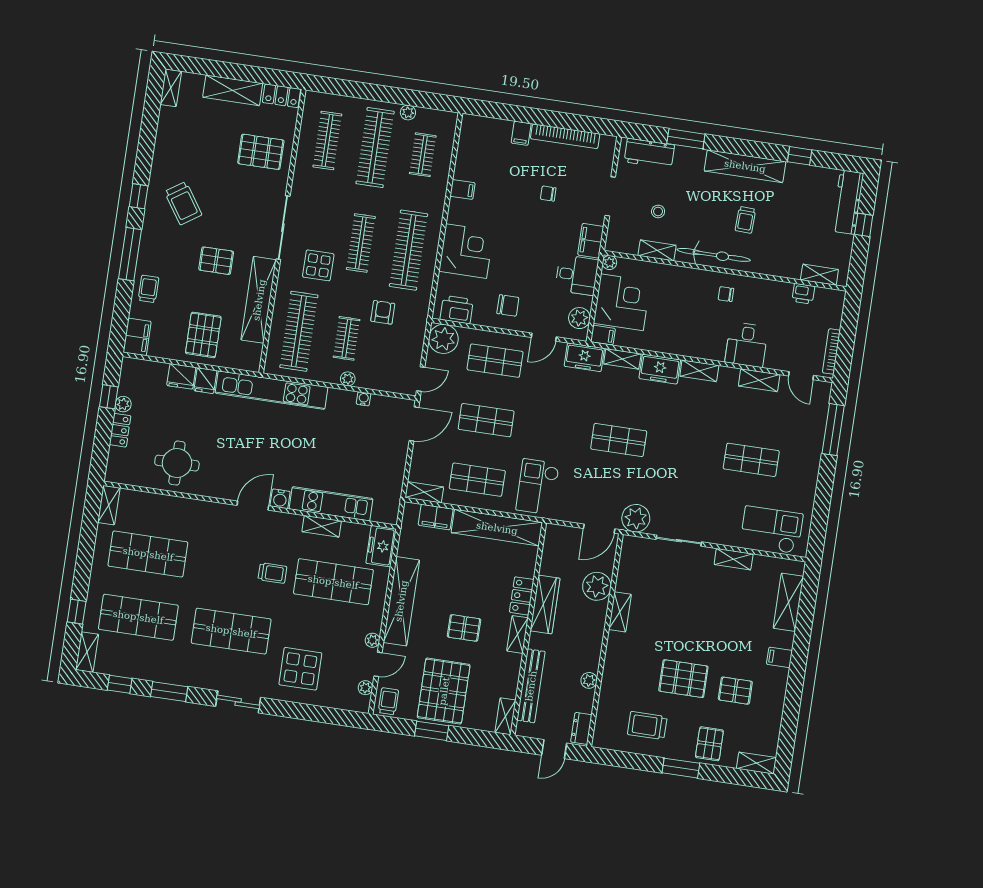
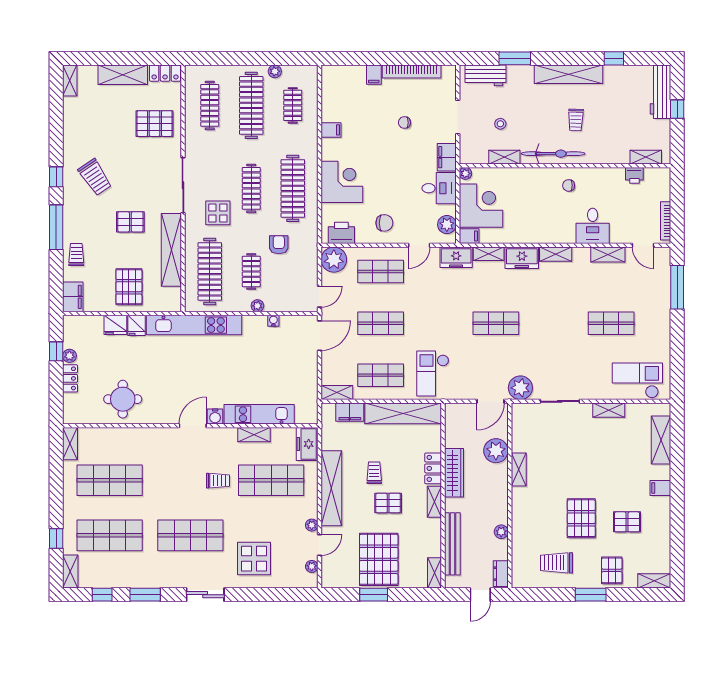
pallet: (683, 679) -> (581, 518), turned 90
trolley: (388, 701) -> (374, 473), moved

